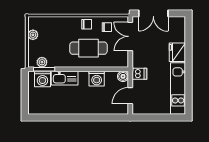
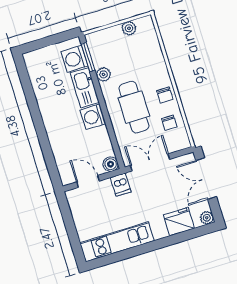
plant: (181, 21) -> (207, 218), added
double door: (130, 36) -> (150, 162), moved
fridge: (177, 52) -> (179, 222), moved
plant: (42, 62) -> (103, 74), moved
washing machine: (97, 79) -> (93, 117), moved

